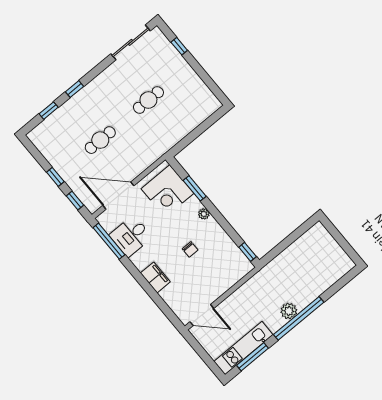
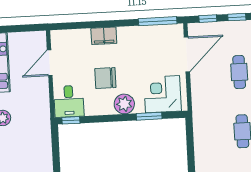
plant: (204, 214) -> (124, 104), width x1.88, depth x1.88
desk: (131, 236) -> (69, 101), moved, turned 180
chair: (190, 249) -> (105, 78), width x1.87, depth x1.87
door: (202, 315) -> (50, 63), moved

